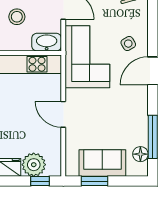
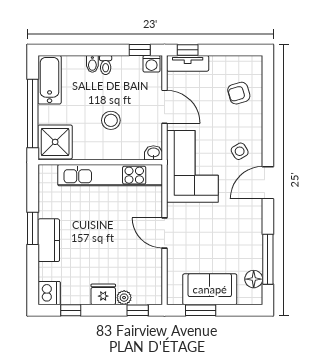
washbasin: (47, 42) -> (153, 153), width x0.52, depth x0.69
plant: (34, 165) -> (124, 298), width x0.53, depth x0.53

